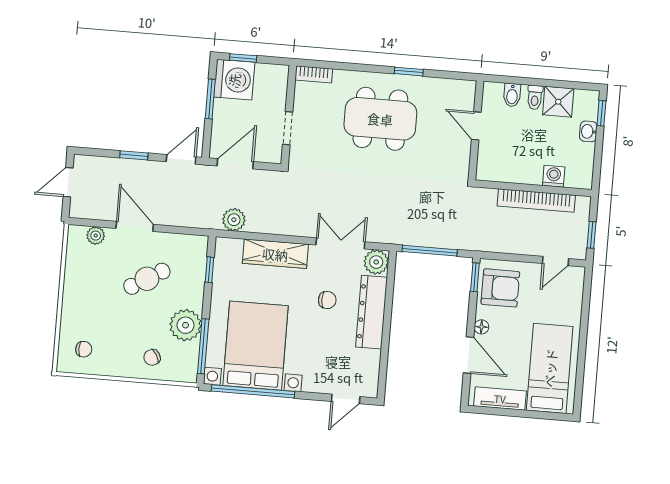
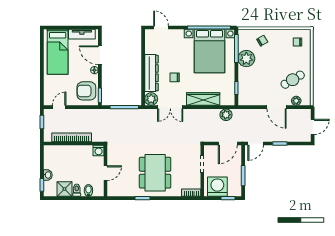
washing machine: (234, 80) -> (217, 187), moved, turned 90
dining table: (380, 119) -> (155, 173), turned 90
door: (476, 126) -> (106, 173), hinge flipped
washing machine: (554, 176) -> (99, 151), moved
cafe table: (147, 279) -> (293, 80), moved
door: (346, 399) -> (161, 27), hinge flipped

